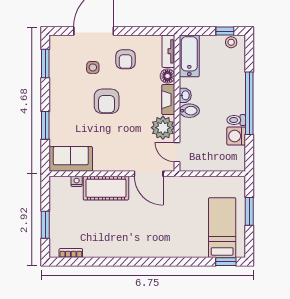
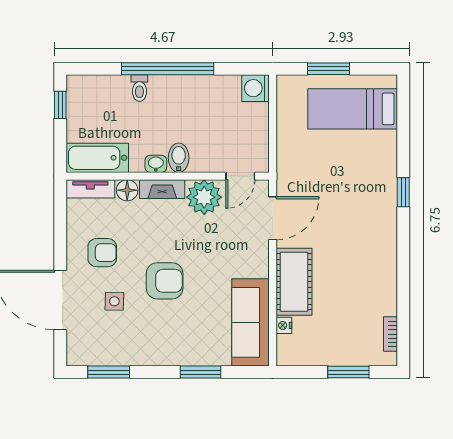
stool: (231, 42) -> (77, 96), removed
toilet: (236, 120) -> (139, 88), moved
washing machine: (236, 136) -> (255, 88), moved, turned 90
sofa: (71, 159) -> (251, 322), width x1.36
window: (226, 262) -> (403, 192), moved

